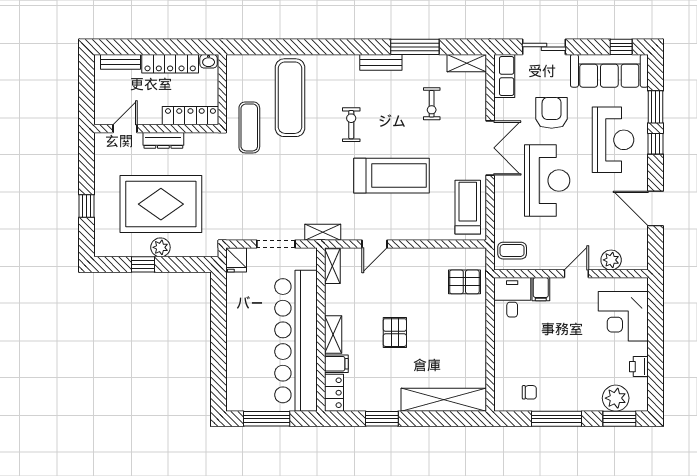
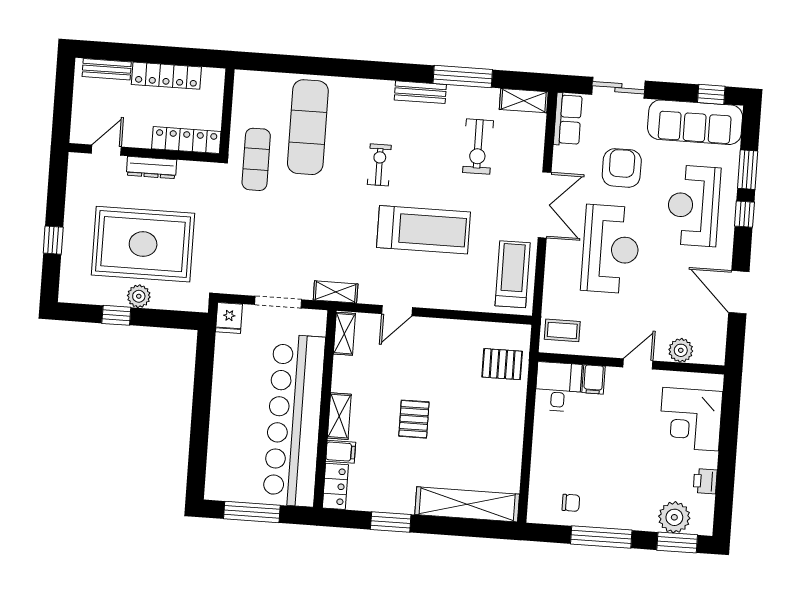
washbasin: (209, 61) -> (213, 76), removed
exercise bike: (432, 104) -> (478, 147), width x1.38, depth x1.39
reception desk: (613, 140) -> (693, 206), turned 180

